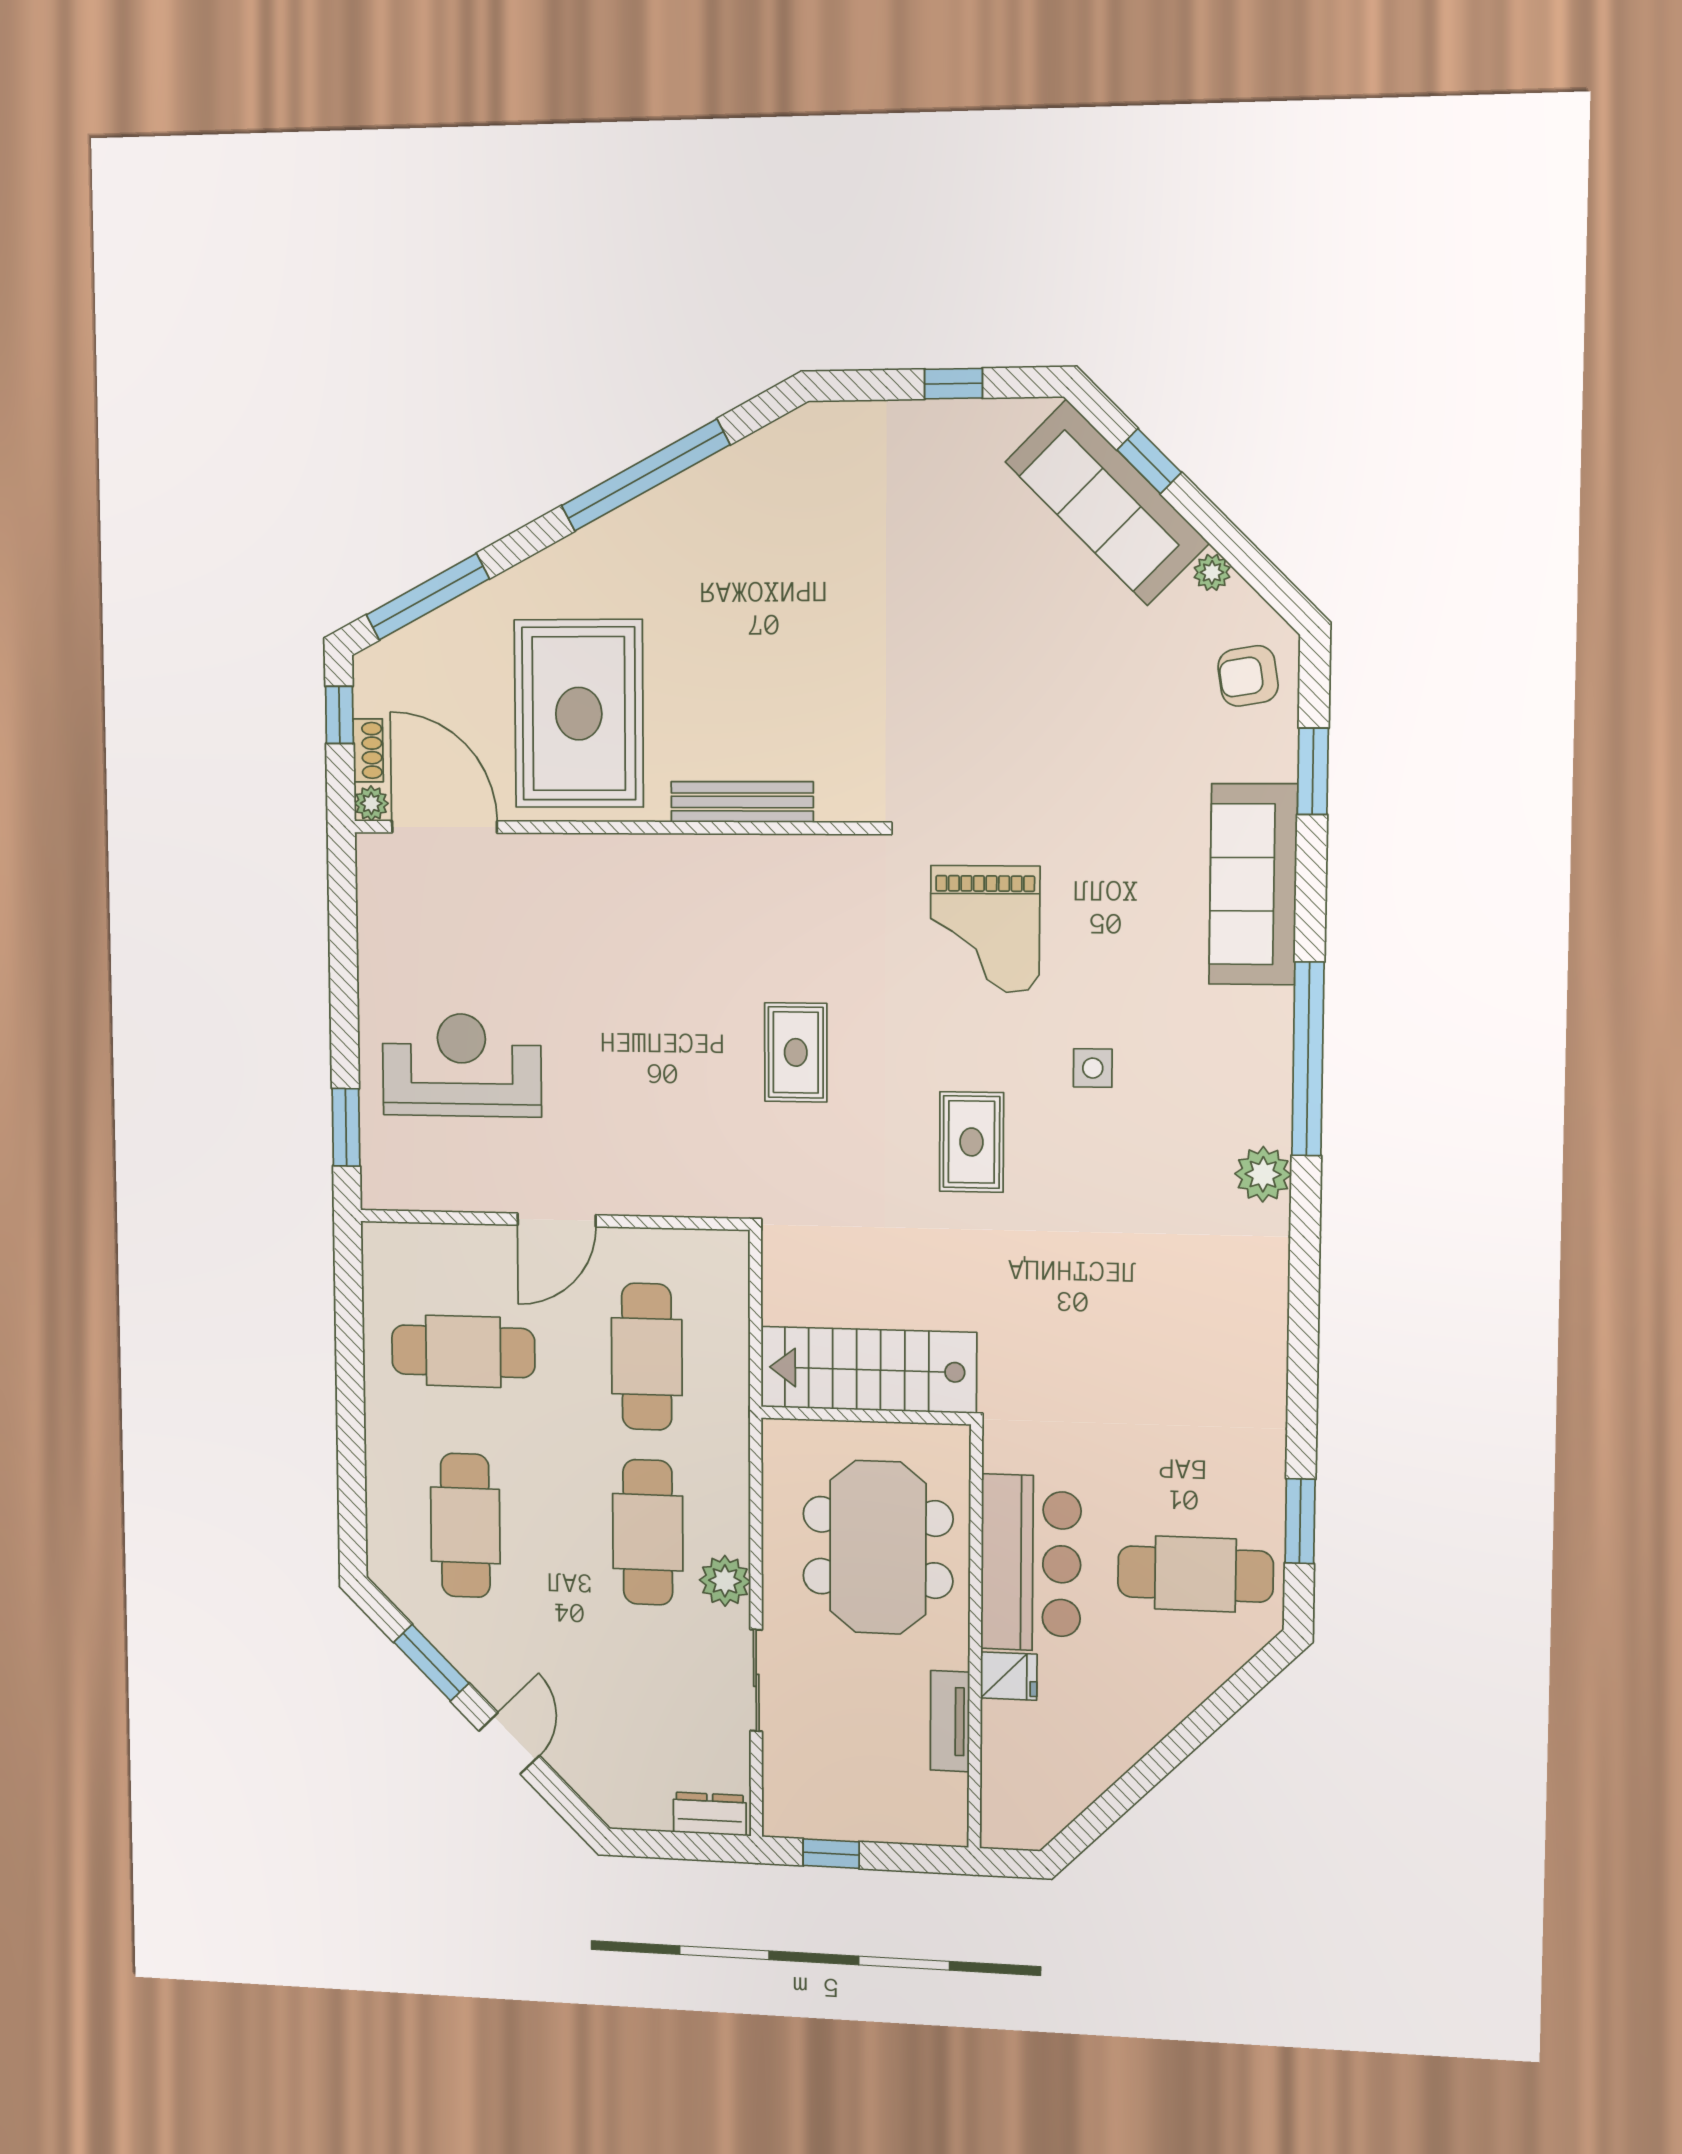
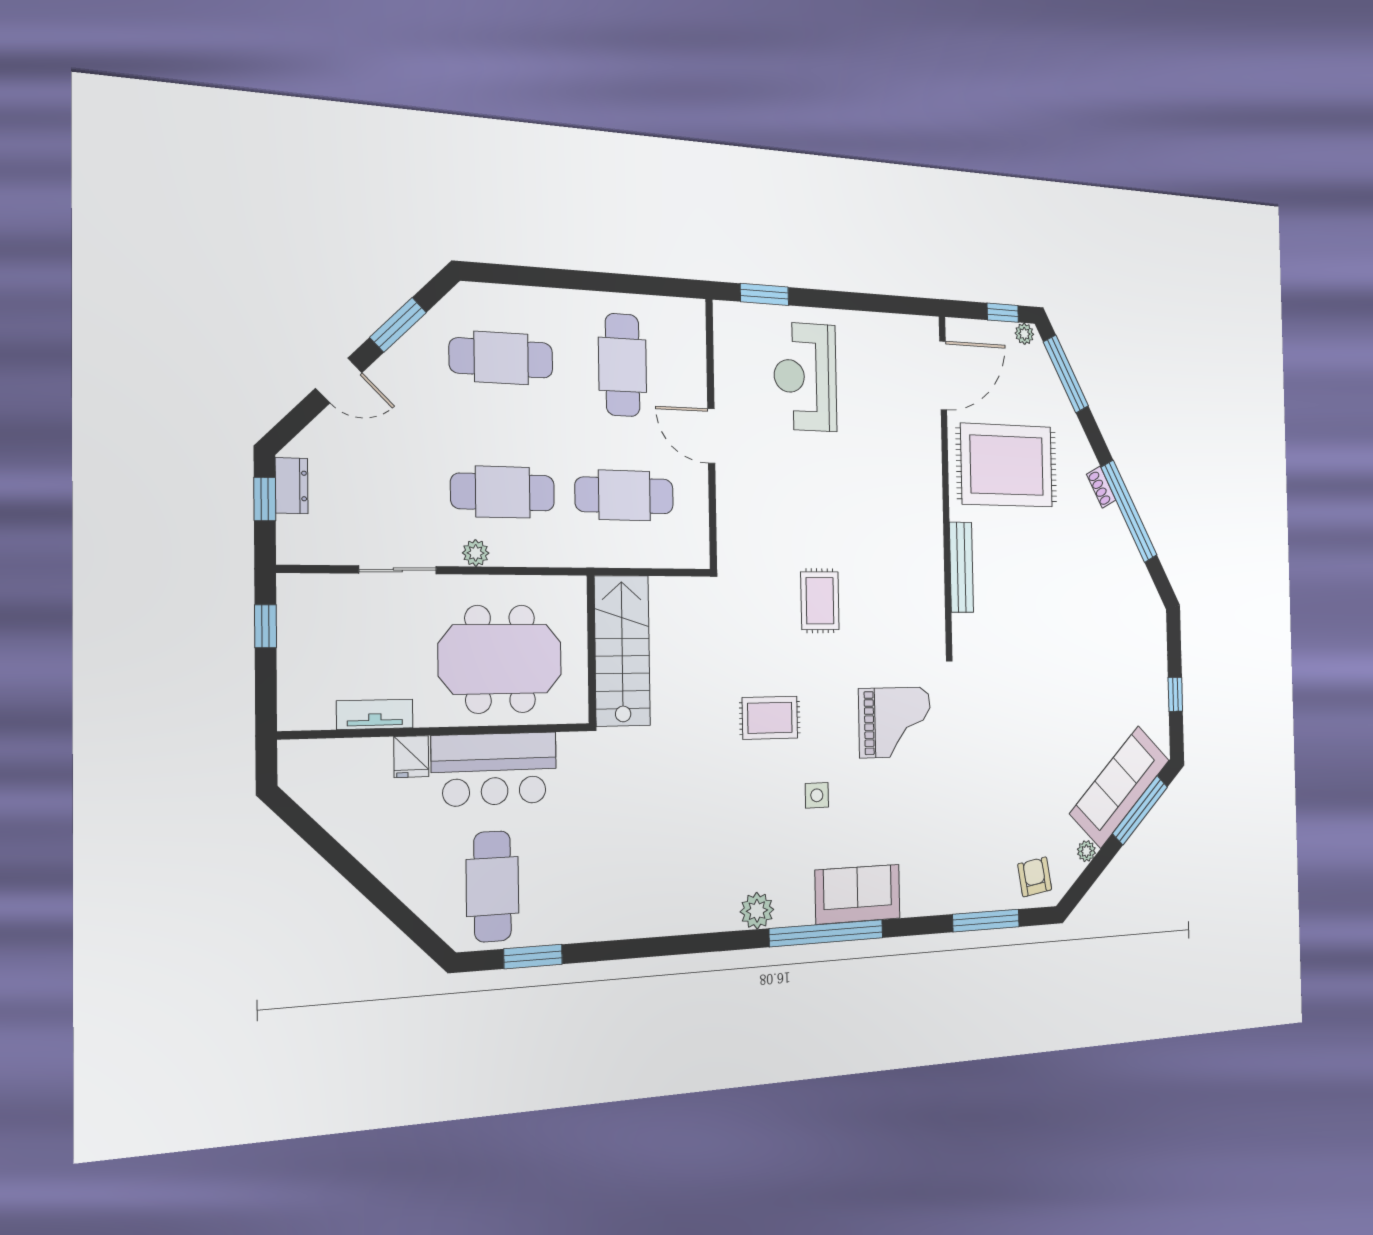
window: (1149, 461) -> (1140, 810), width x2.17
shoe rack: (368, 750) -> (1101, 487), moved, turned 62
window: (1313, 771) -> (986, 921), width x1.44
plant: (371, 803) -> (1024, 334), moved
sofa: (1253, 884) -> (858, 894), moved, width x0.73
grand piano: (985, 929) -> (895, 722), turned 180
rug: (796, 1052) -> (820, 601), turned 90
reception desk: (462, 1065) -> (805, 377), turned 180
plant: (725, 1581) -> (476, 553), width x0.73, depth x0.73
dresser: (710, 1814) -> (292, 486), moved
window: (667, 1845) -> (265, 499), added

